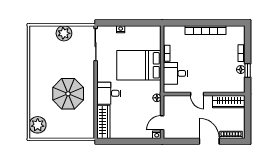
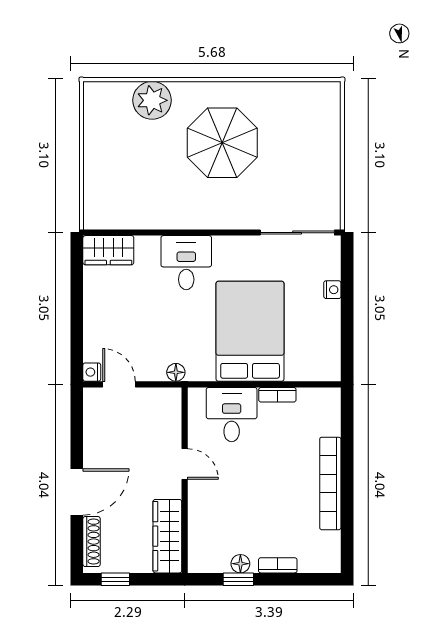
plant: (64, 33) -> (323, 160), removed
parasol: (68, 94) -> (222, 143), moved
door: (197, 94) -> (185, 464), swing flipped
wardrobe: (103, 122) -> (108, 250), width x0.67
window: (248, 124) -> (115, 579), added
plant: (38, 125) -> (152, 100), moved

